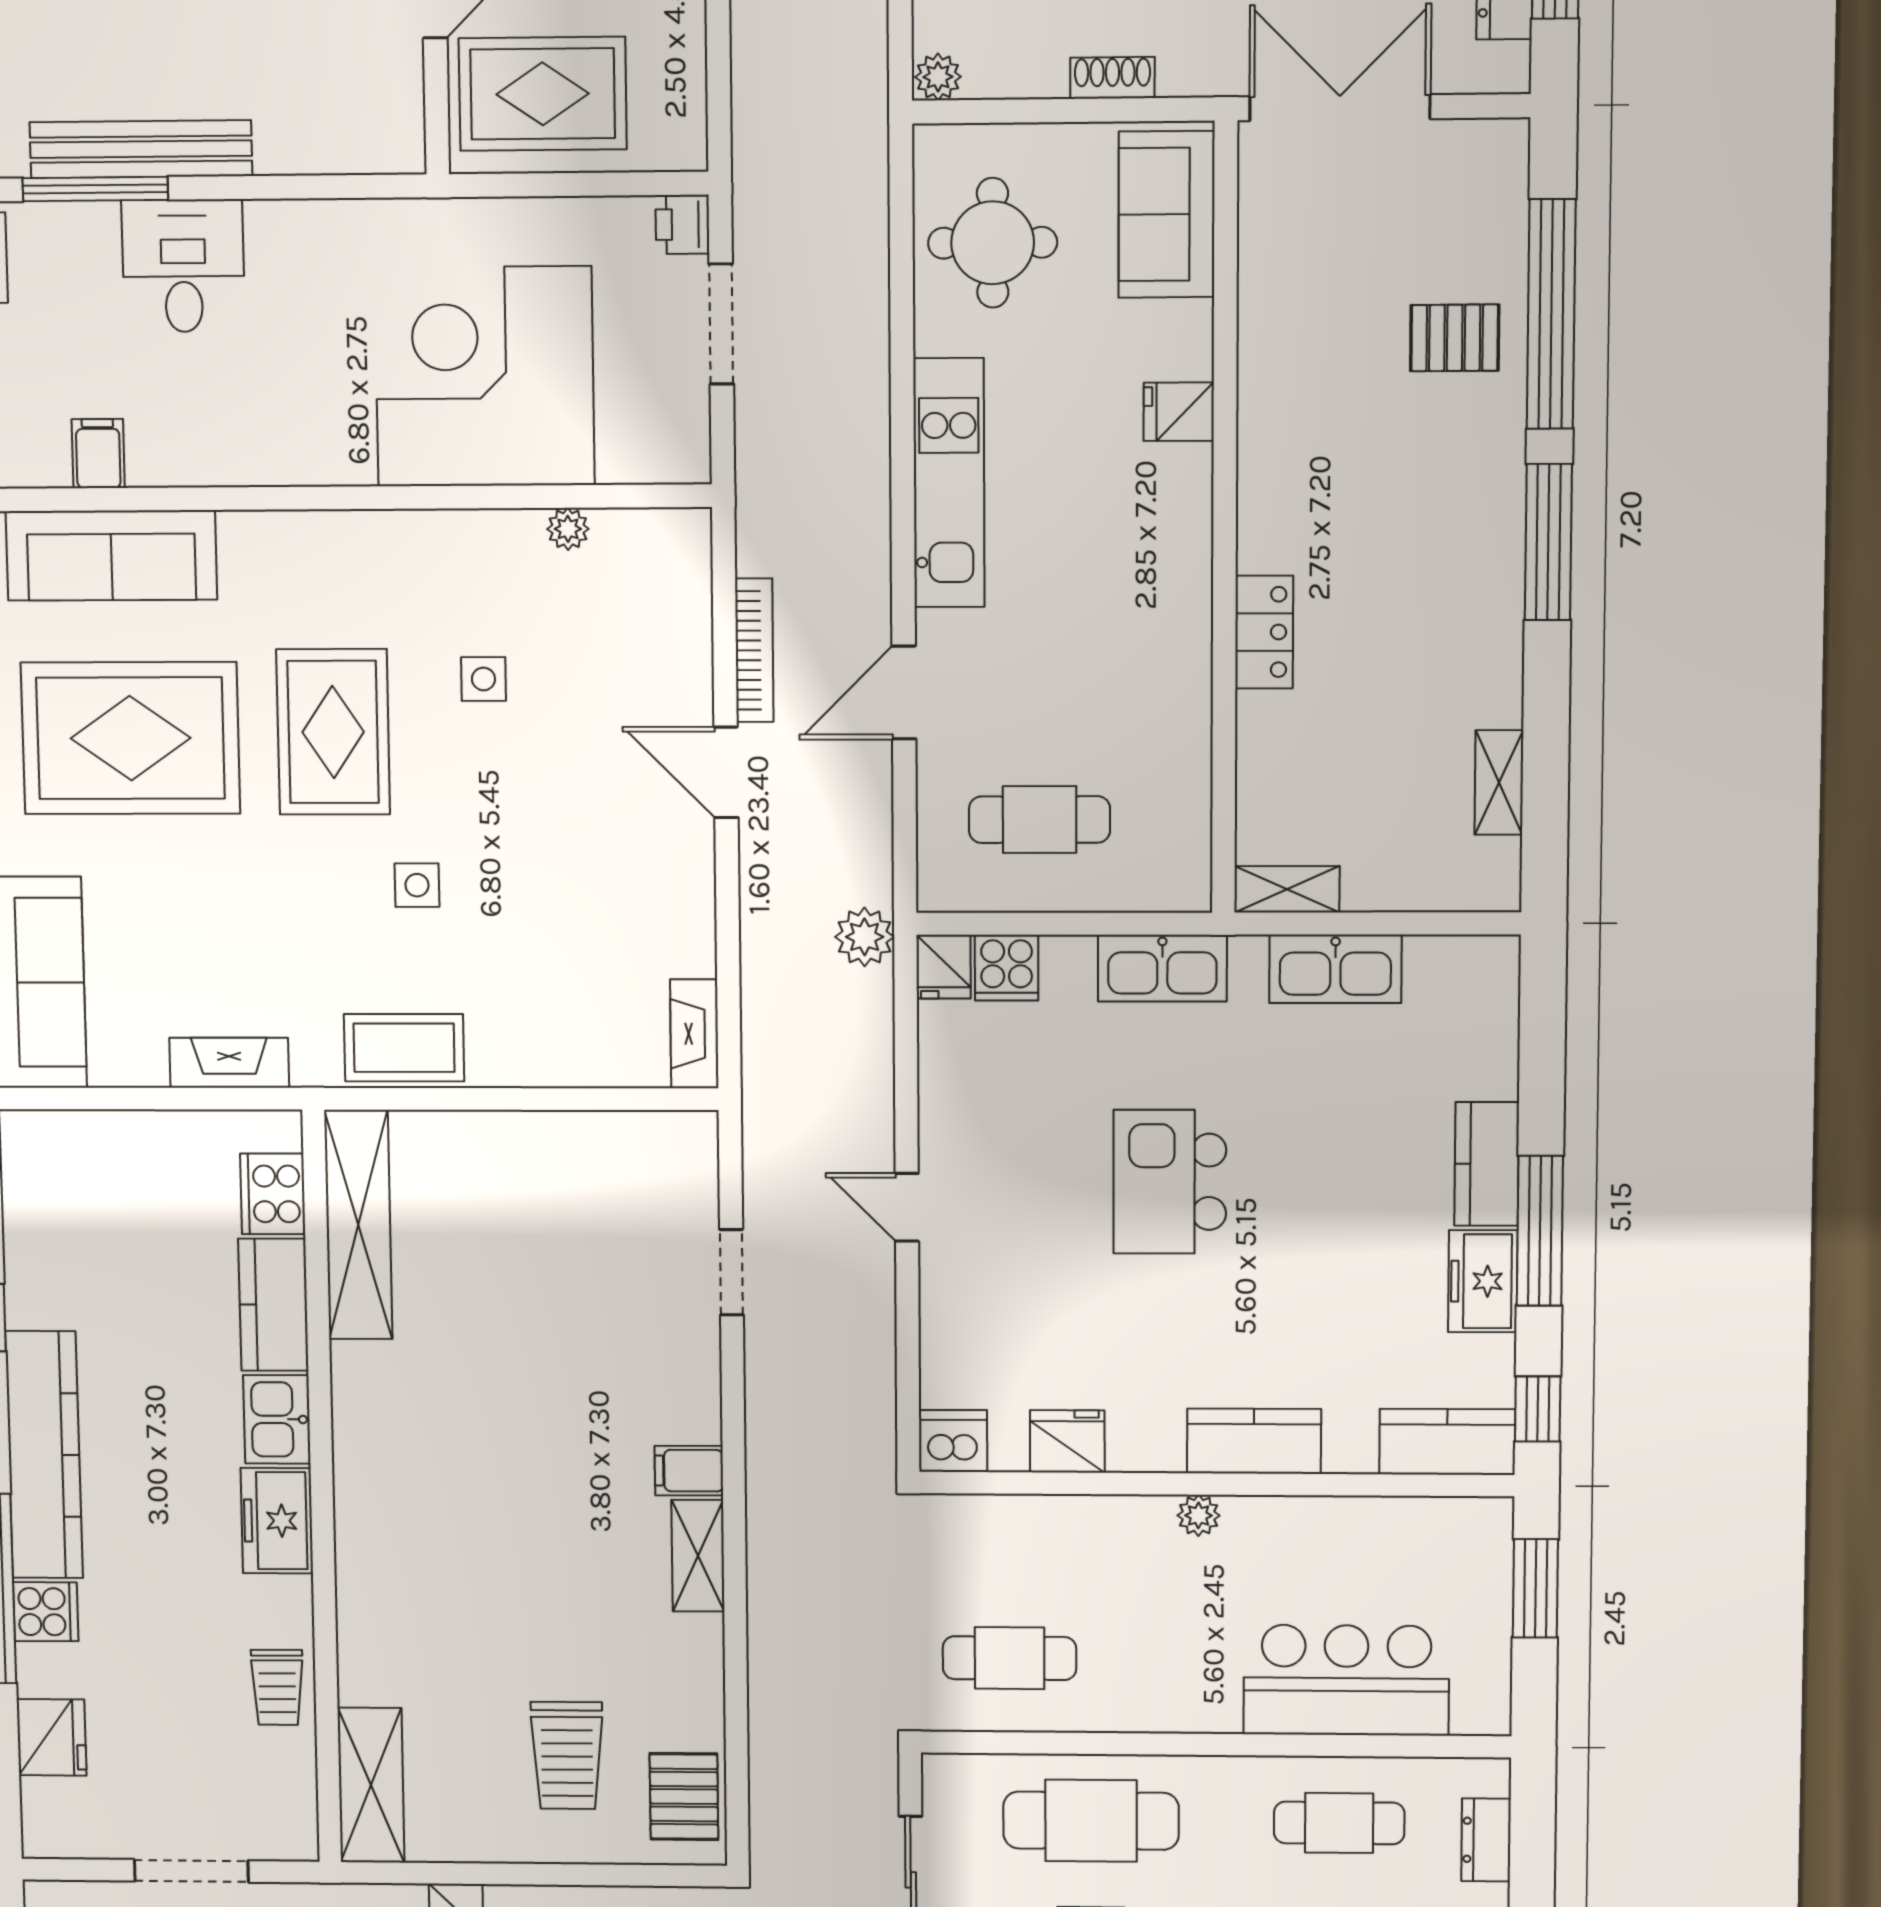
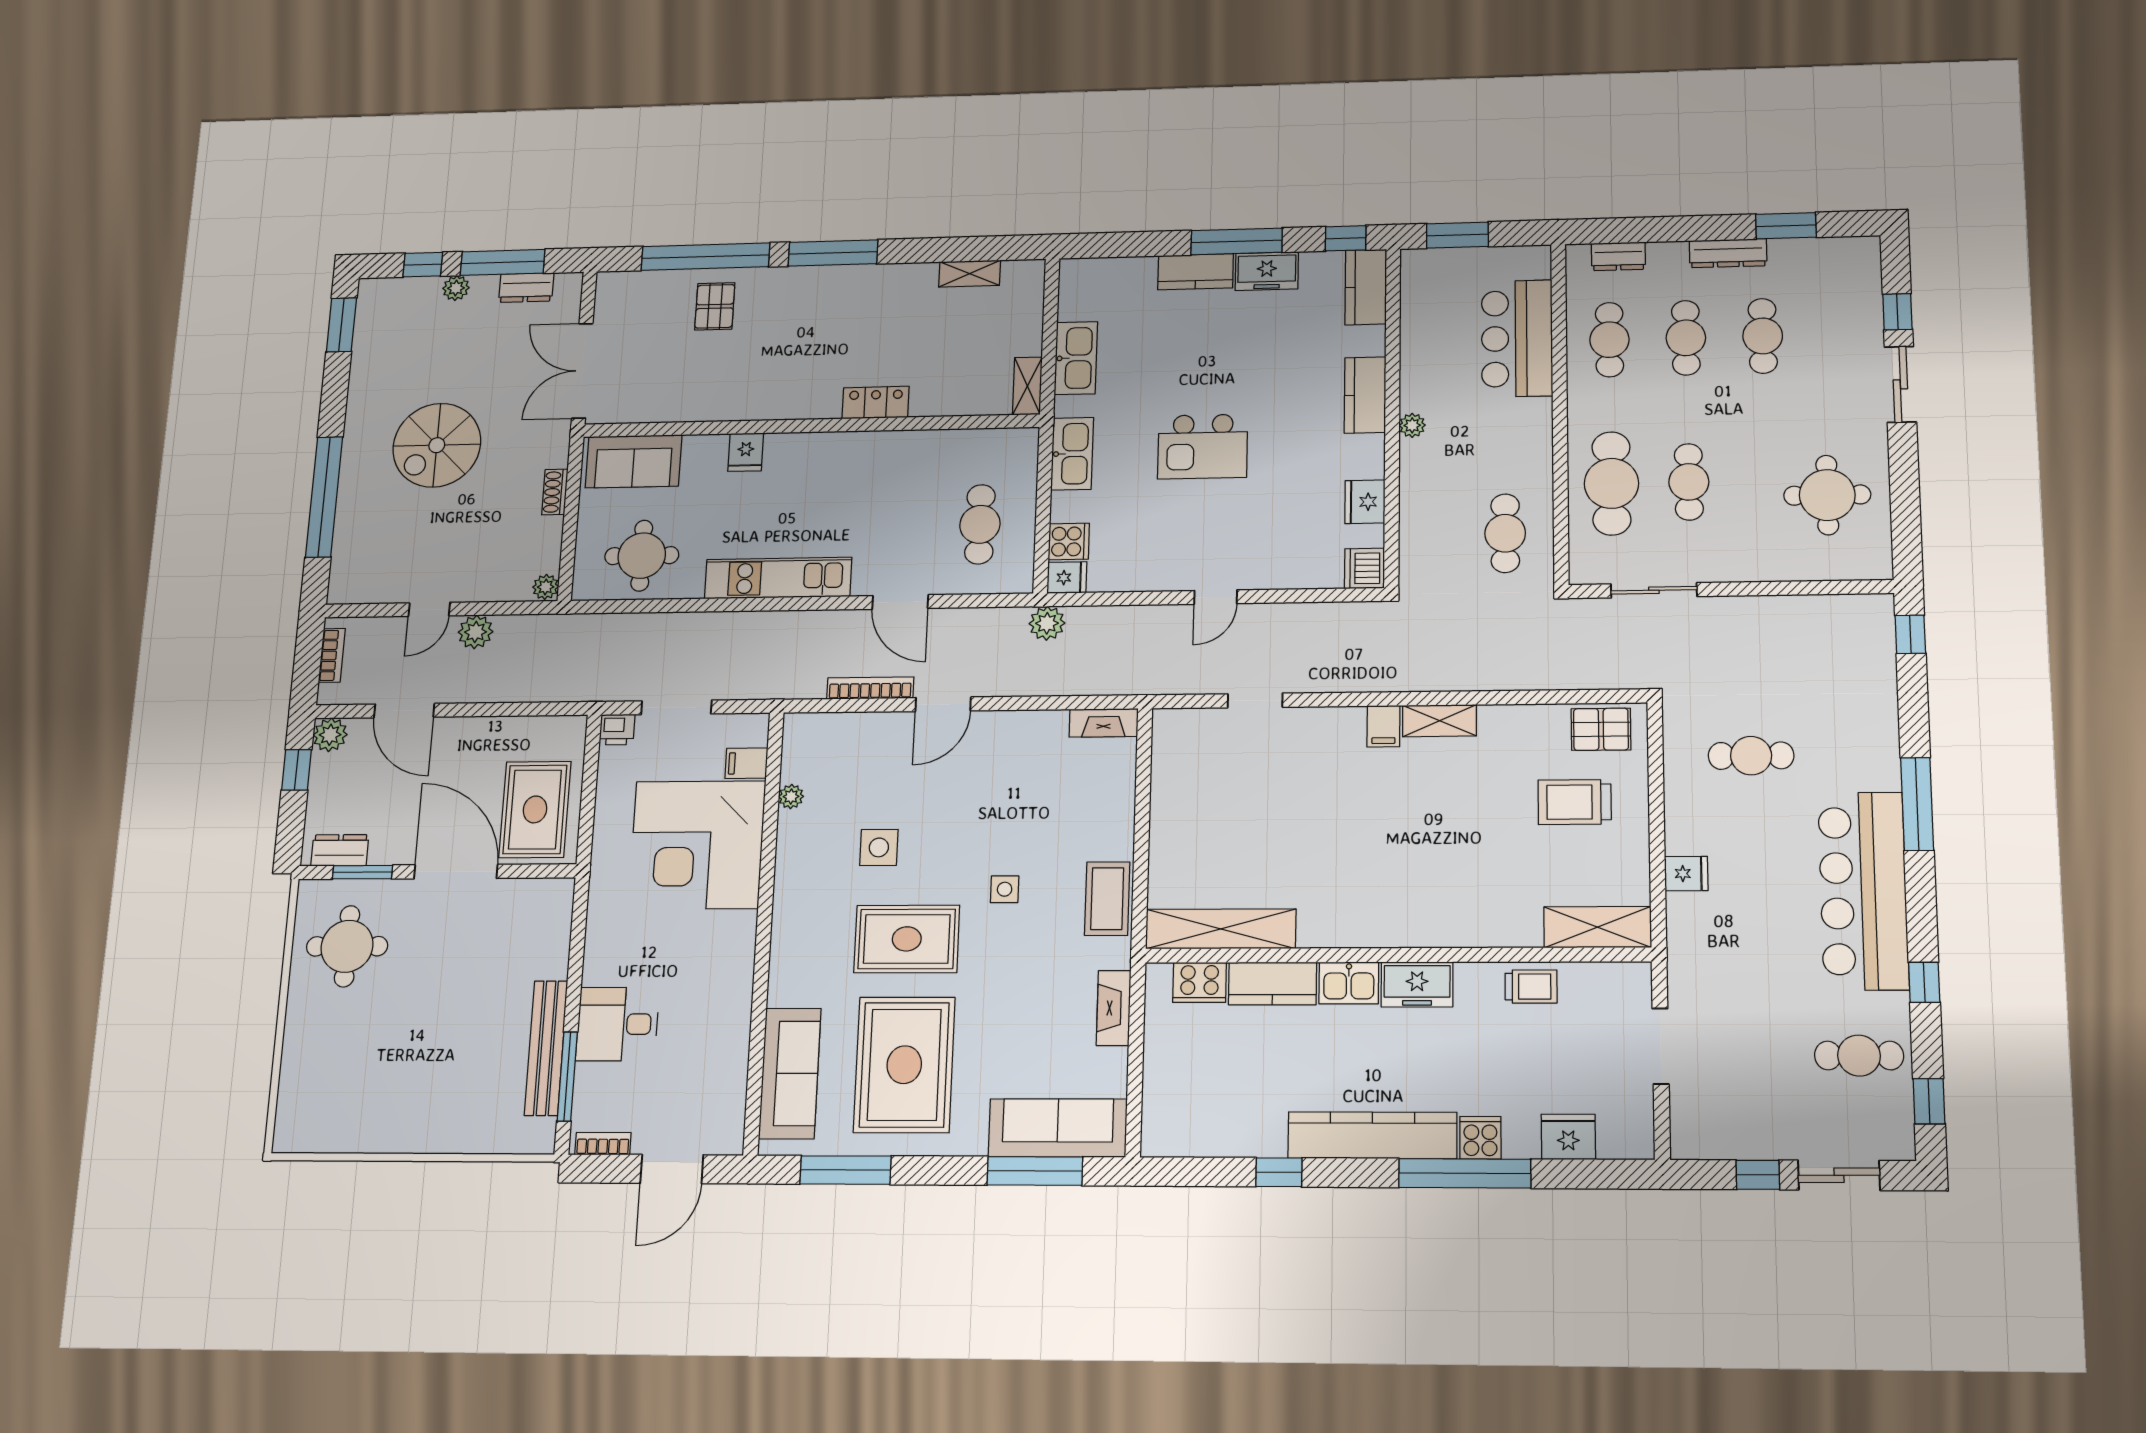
filing cabinet: (98, 454) -> (746, 763), moved
side table: (483, 679) -> (879, 847), width x1.37, depth x1.37
trolley: (567, 1755) -> (1575, 802), turned 180

